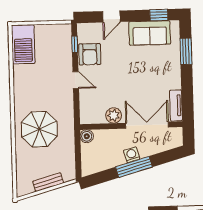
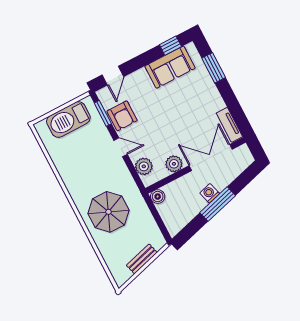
door: (111, 16) -> (113, 76), moved
barbecue: (23, 44) -> (68, 119), moved, turned 90
window: (75, 44) -> (103, 113), width x1.50
plant: (87, 105) -> (144, 166), added

